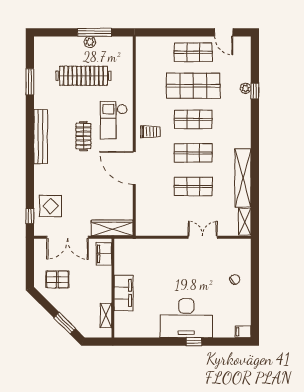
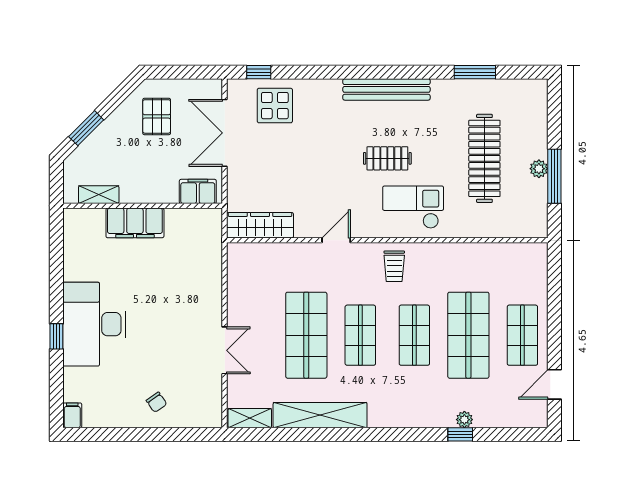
door: (134, 168) -> (336, 240), width x0.53
shop shelf: (193, 186) -> (306, 335), width x1.43, depth x1.36
wardrobe: (112, 228) -> (260, 225), moved, turned -90

